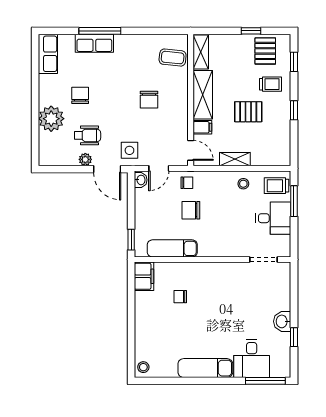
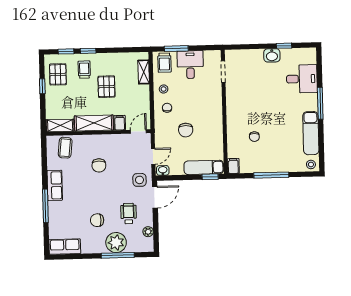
row of seats: (94, 43) -> (55, 185), moved
pallet: (265, 51) -> (58, 74), turned 90
chair: (149, 100) -> (99, 165), turned 90
window: (294, 110) -> (88, 51), moved
window: (35, 120) -> (118, 255), added
plant: (85, 159) -> (148, 232), moved
shelving: (235, 159) -> (144, 72), moved
door: (159, 168) -> (153, 156), hinge flipped
chair: (187, 183) -> (167, 108), moved
exam couch: (172, 248) -> (204, 167), moved, turned 90
filing cabinet: (144, 276) -> (233, 166), width x0.50
window: (131, 317) -> (271, 175), added
exam couch: (205, 368) -> (311, 133), moved
window: (265, 381) -> (320, 103), moved

